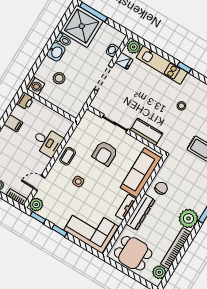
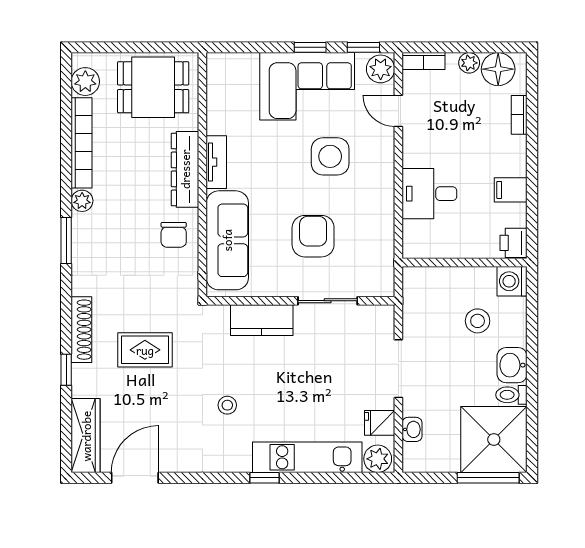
coffee table: (68, 156) -> (377, 190), removed
side table: (78, 181) -> (330, 156), width x1.87, depth x1.87
door: (39, 183) -> (398, 111), swing flipped
plant: (188, 219) -> (82, 201), width x0.53, depth x0.53
corner sofa: (91, 228) -> (307, 86), moved

